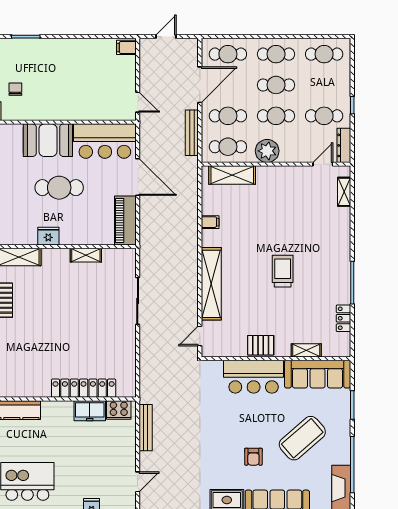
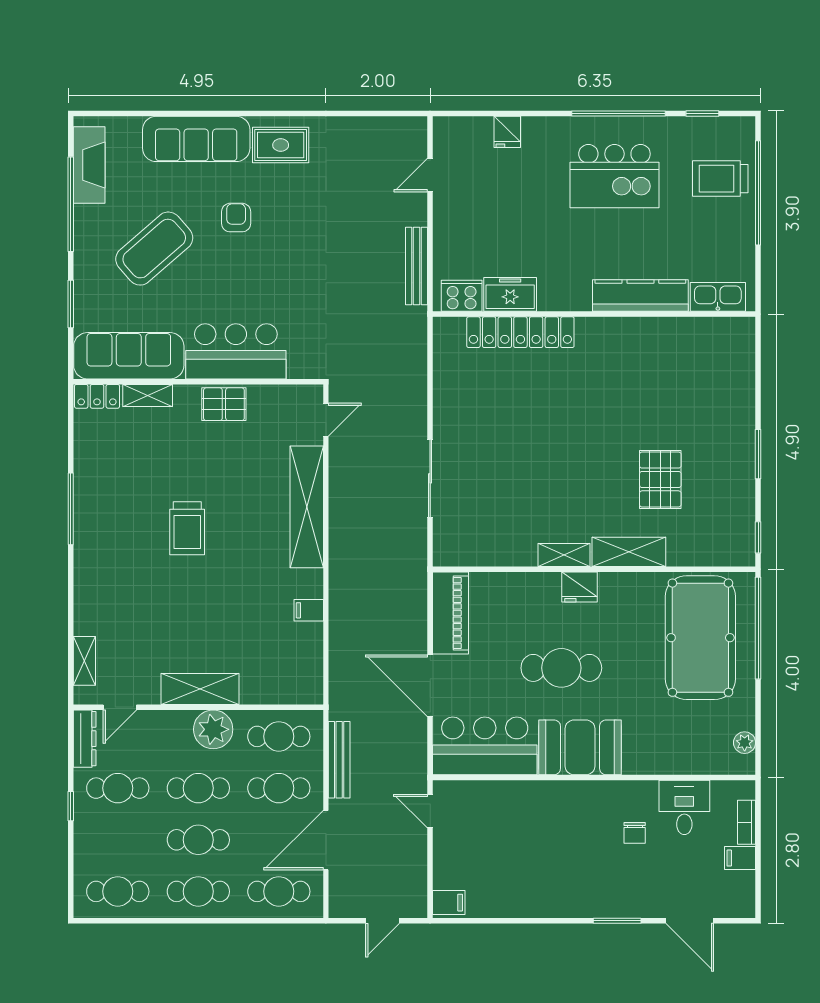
shelving: (232, 175) -> (200, 689), moved
shelving: (86, 255) -> (564, 555), moved
locker: (343, 318) -> (97, 396), moved, turned 90

